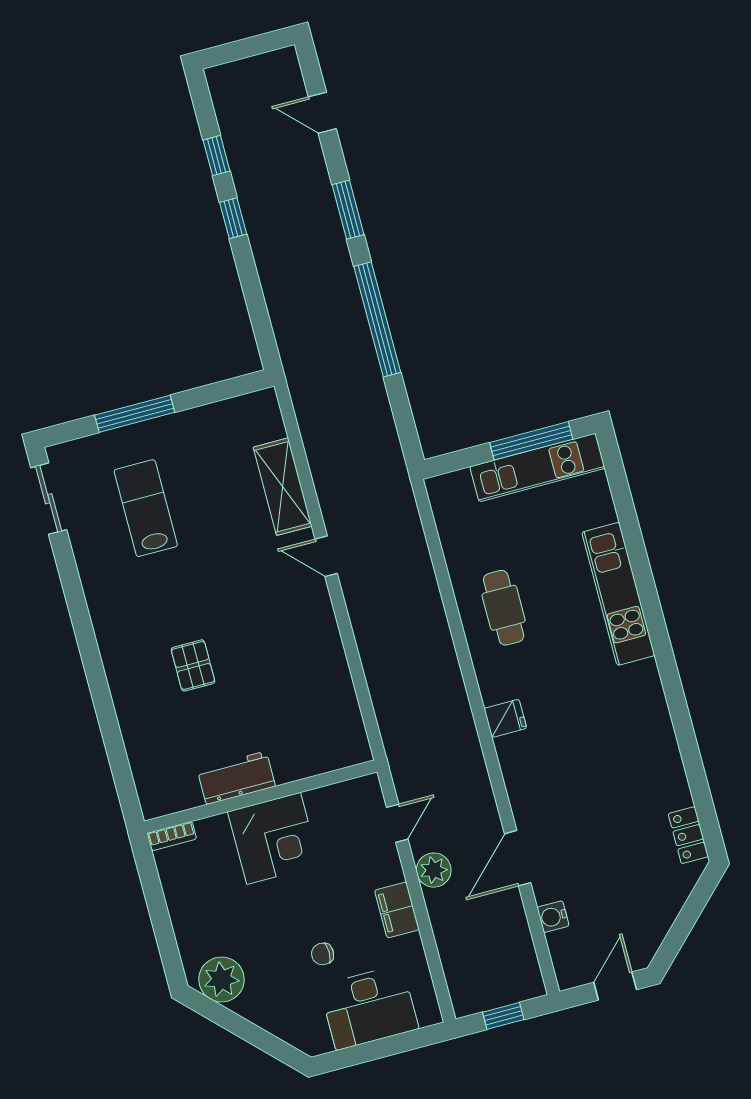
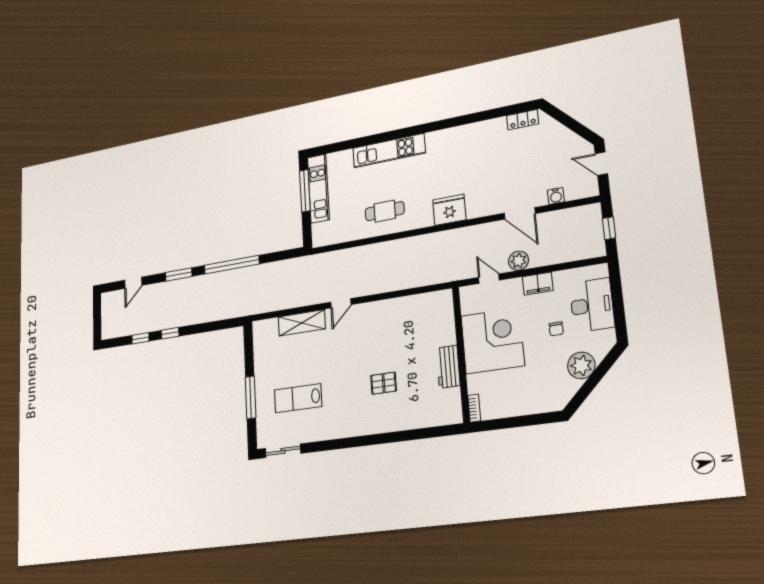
fridge: (505, 718) -> (449, 210), width x1.88, depth x1.34
corner desk: (274, 838) -> (492, 341), width x1.36, depth x1.36
plant: (221, 979) -> (581, 365), moved

